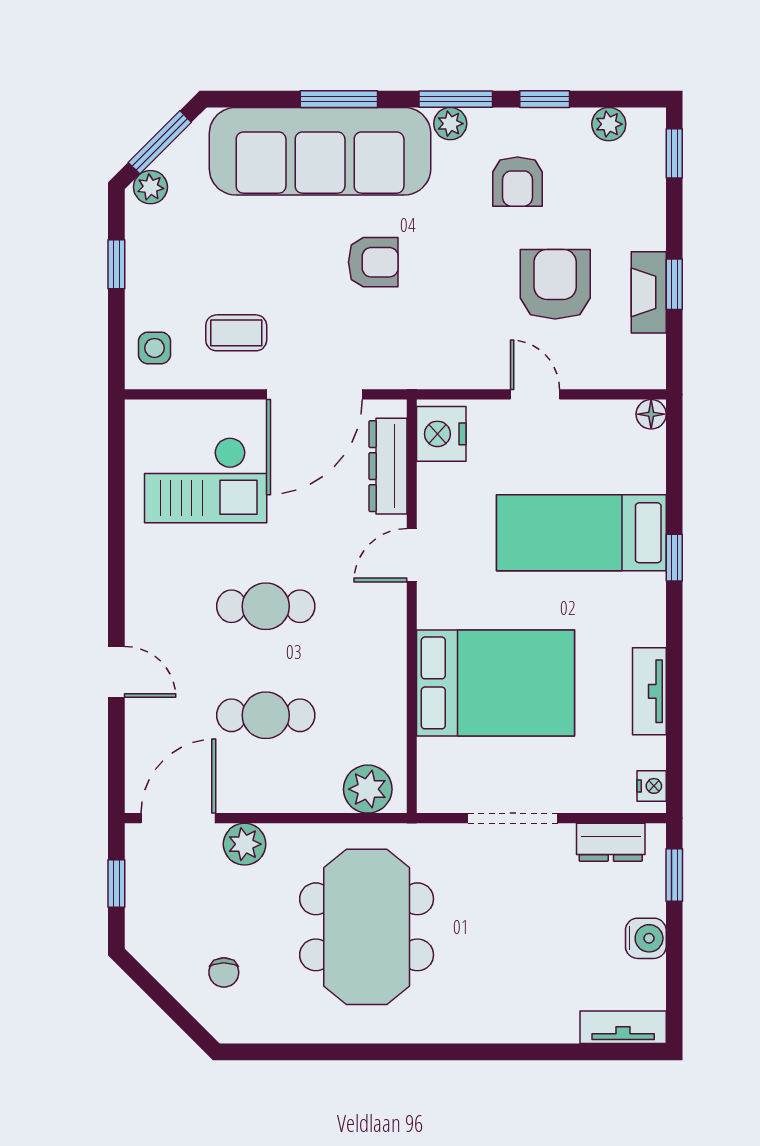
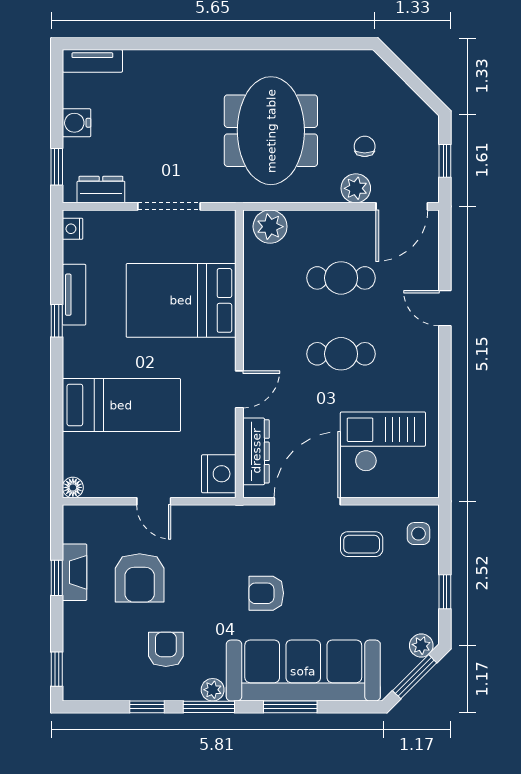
plant: (609, 124) -> (102, 689), removed
window: (674, 558) -> (57, 321), moved
chair: (224, 972) -> (365, 146), moved

